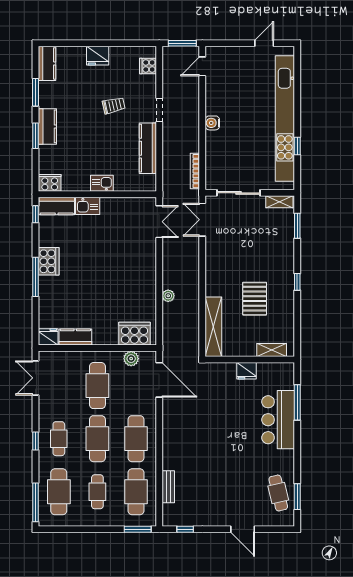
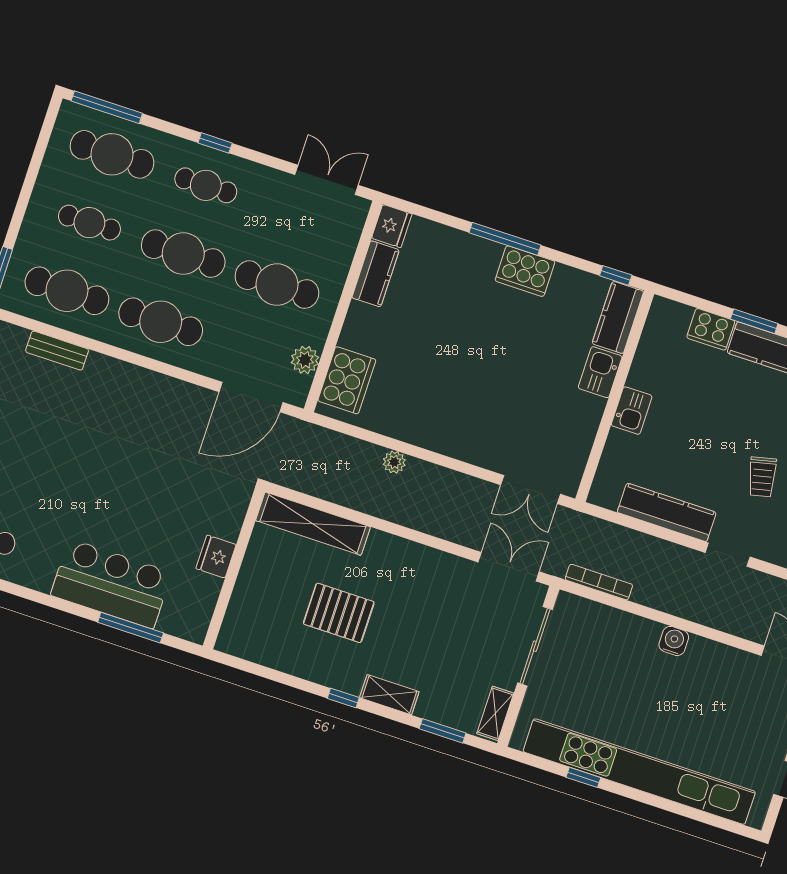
cooker: (50, 183) -> (711, 329), moved, turned 90
shelving: (272, 350) -> (389, 695), moved, turned 90

